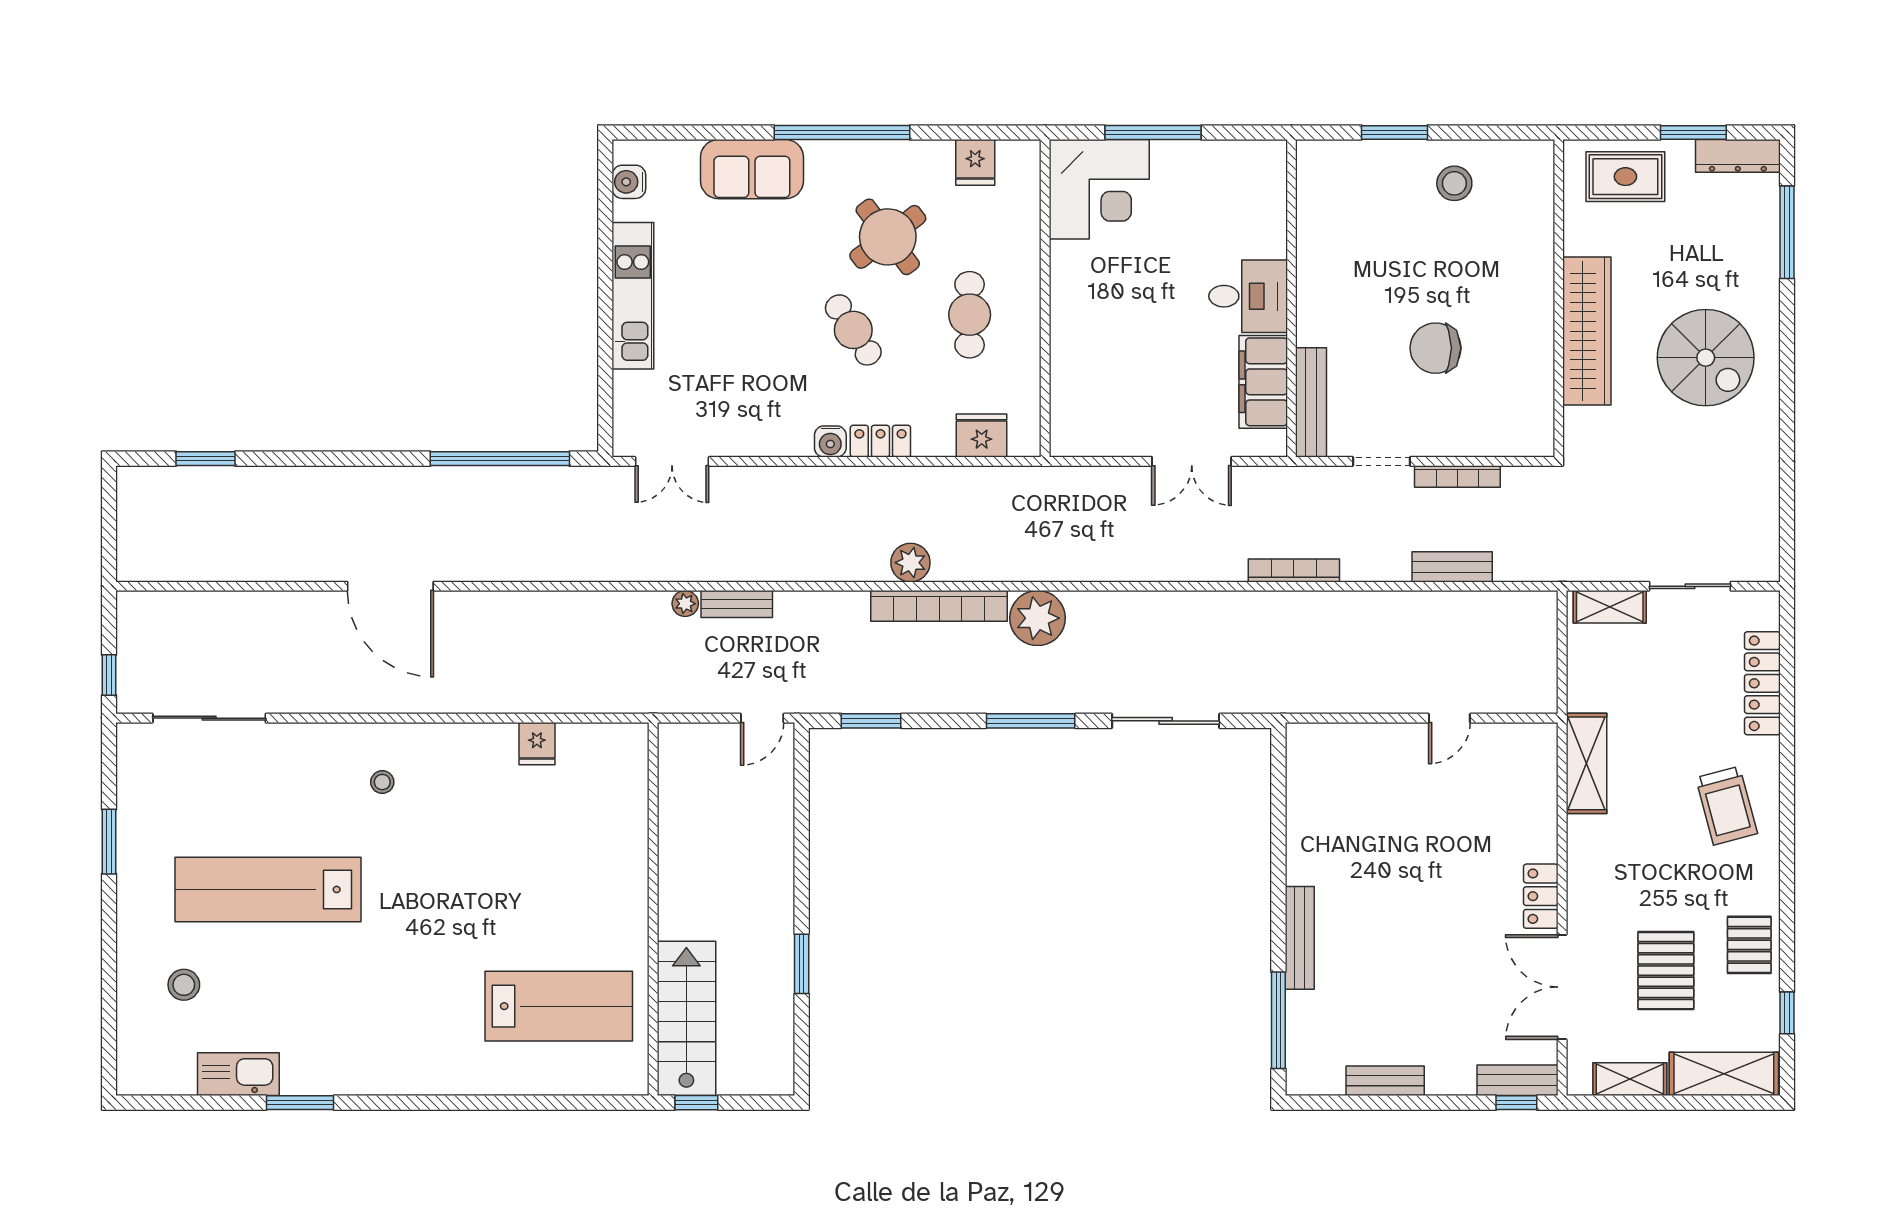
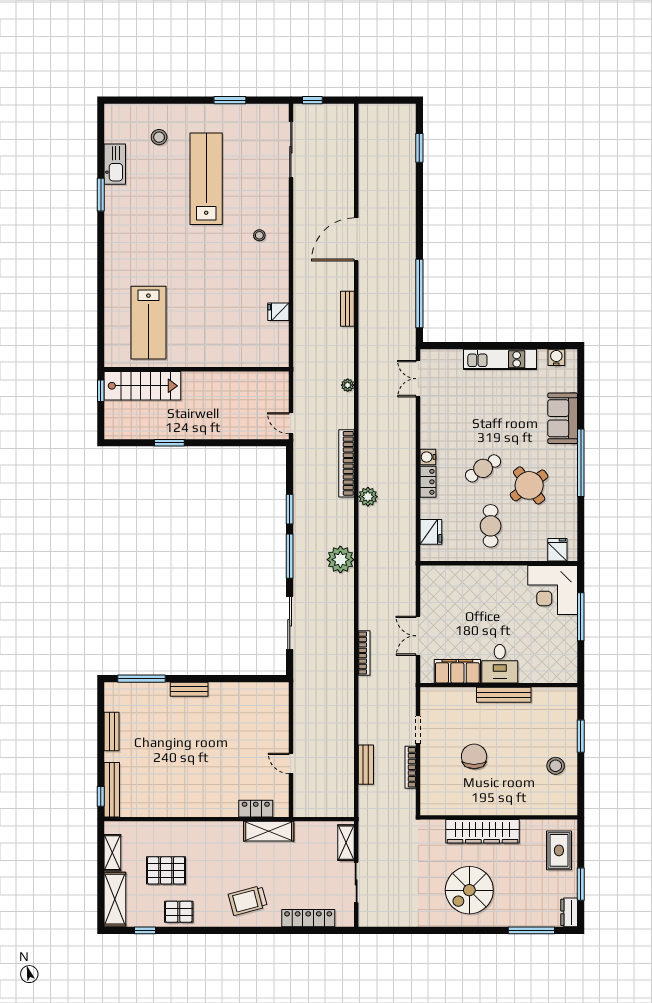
dresser: (1738, 156) -> (569, 912), width x0.70
fridge: (975, 162) -> (557, 550), moved, turned 90
cafe table: (970, 315) -> (491, 526), turned 90
bench: (1311, 402) -> (504, 695), moved
bookcase: (1294, 570) -> (364, 653), moved
bench: (737, 604) -> (347, 309), moved
bookcase: (939, 606) -> (346, 463), moved
window: (871, 721) -> (290, 509), moved
locker: (1541, 896) -> (256, 809), moved
bench: (1300, 938) -> (189, 689), width x0.73
double door: (1562, 987) -> (158, 819), removed
bench: (1518, 1080) -> (112, 790), width x1.36

